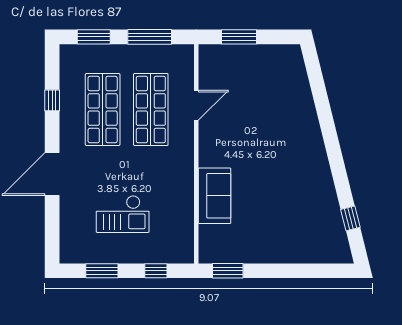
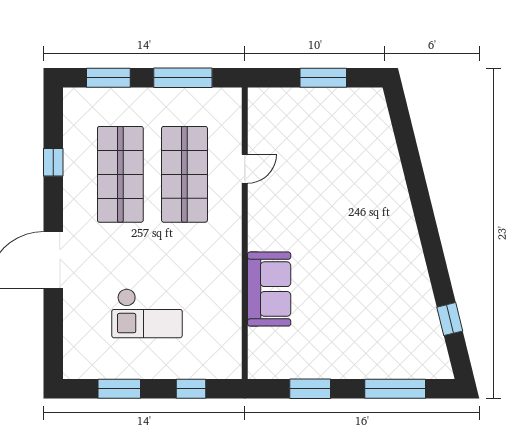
window: (239, 37) -> (323, 78), moved
door: (196, 105) -> (245, 169), width x0.73
window: (228, 271) -> (310, 389), moved
window: (309, 271) -> (395, 389), added

